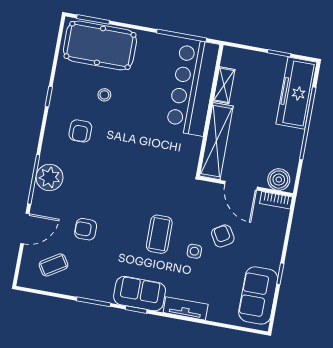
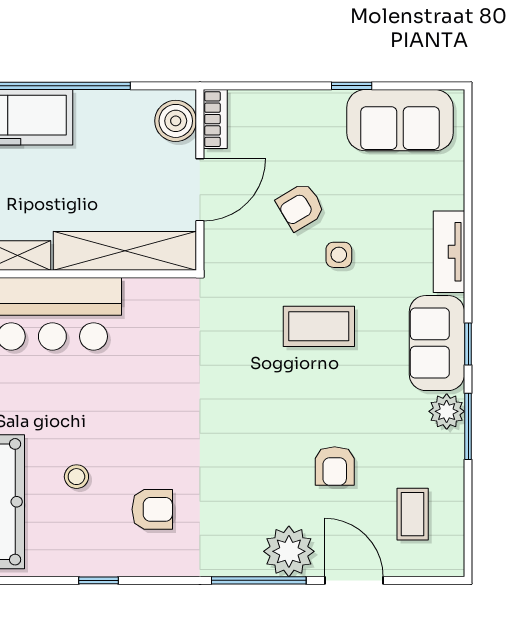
plant: (49, 177) -> (289, 551), moved
coffee table: (53, 265) -> (413, 514), turned 32
plant: (103, 292) -> (447, 411), added

